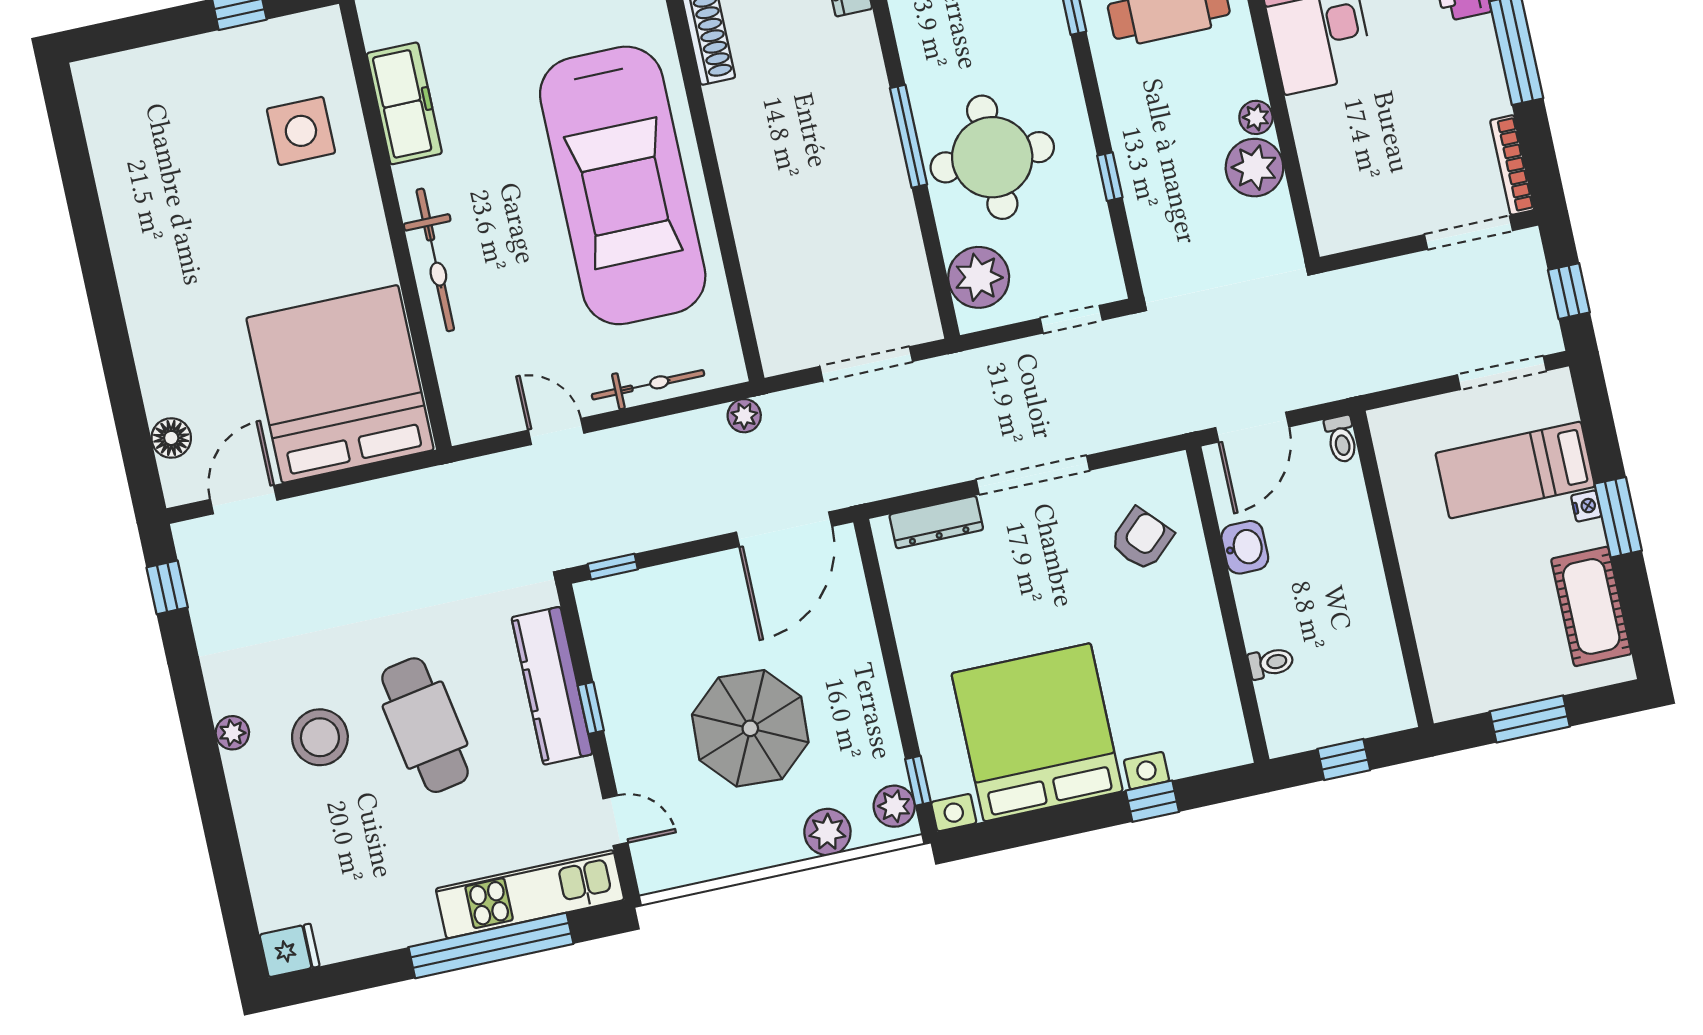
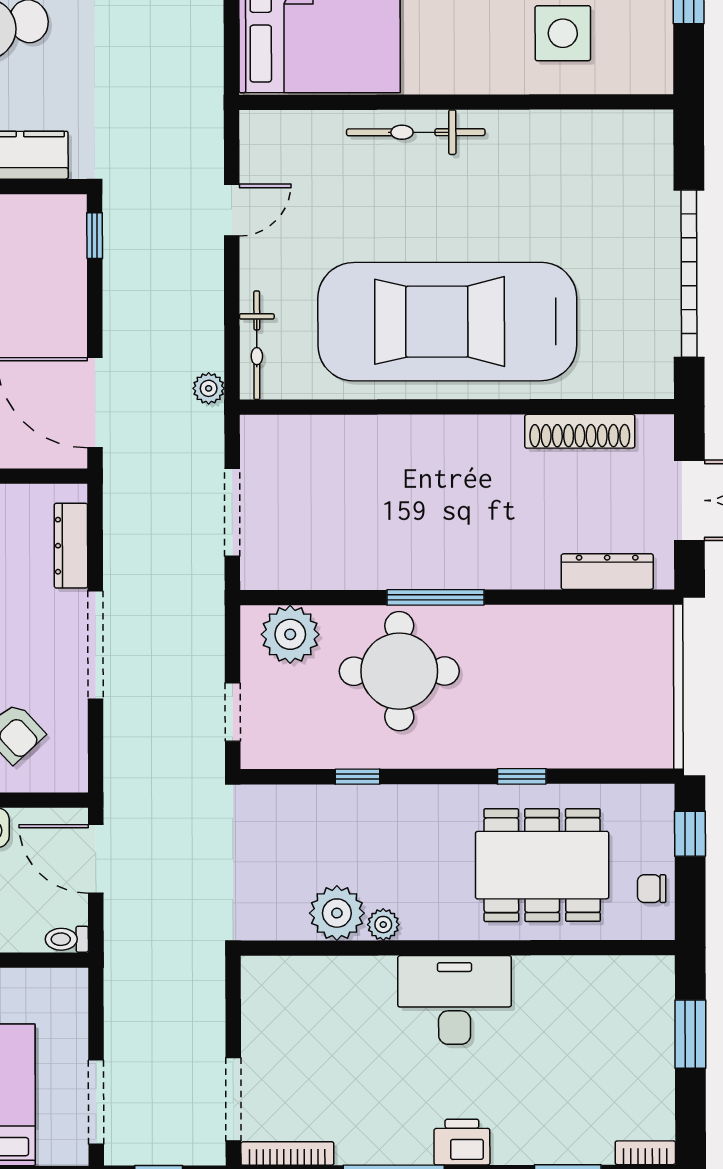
freezer: (404, 103) -> (568, 135), removed
bicycle: (648, 385) -> (257, 345), moved

